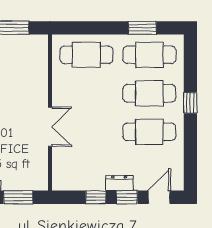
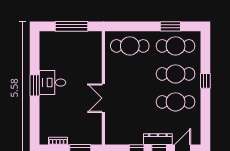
double door: (50, 127) -> (103, 98), swing flipped
dresser: (119, 183) -> (158, 139), width x1.44

